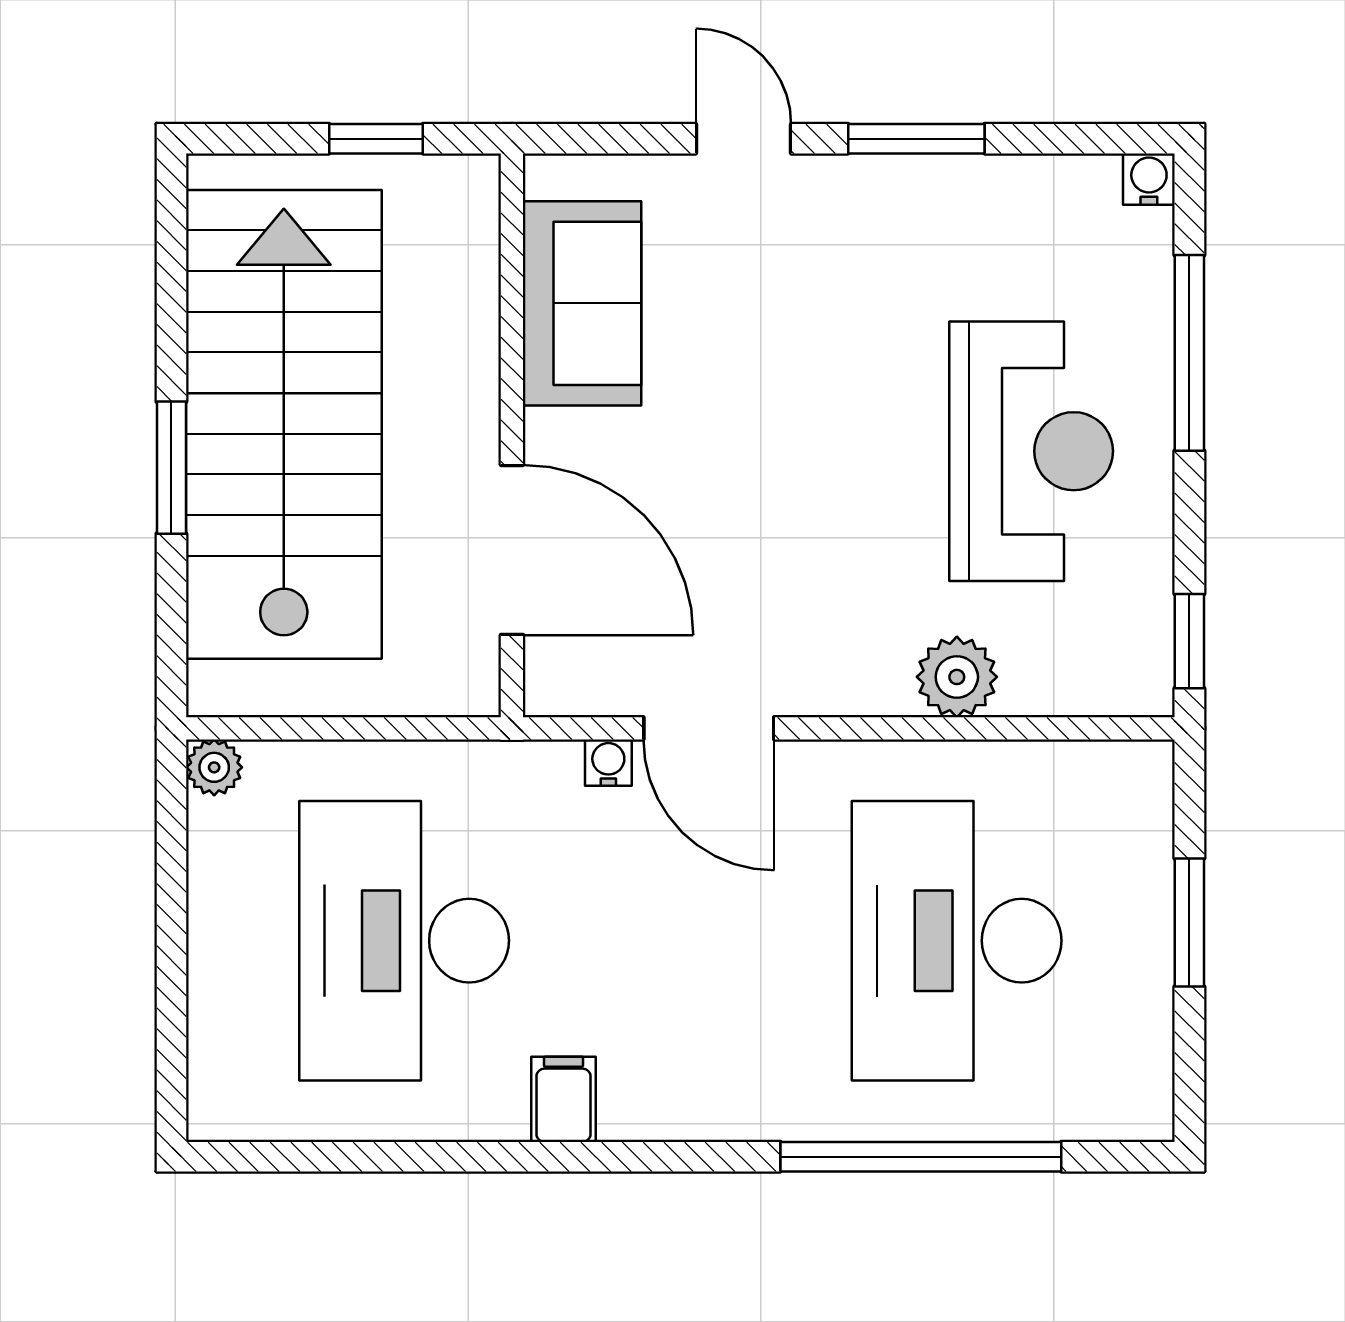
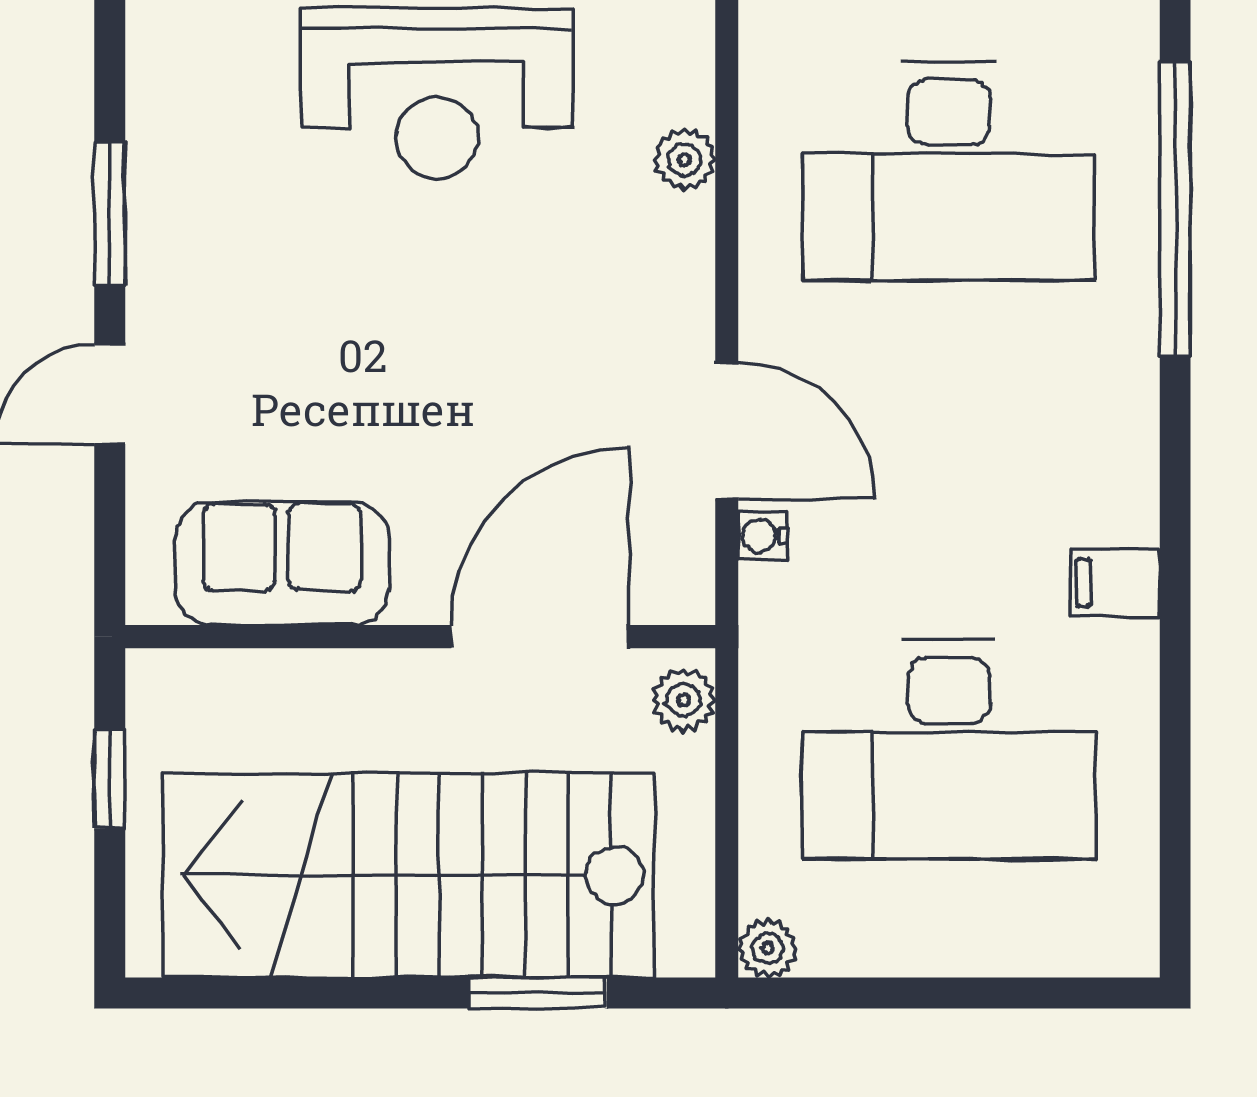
reception desk: (1031, 451) -> (437, 93), turned 180
window: (171, 468) -> (538, 993), moved
plant: (957, 677) -> (685, 160), width x0.73, depth x0.73
plant: (451, 687) -> (684, 700), added
door: (709, 728) -> (727, 431), hinge flipped

